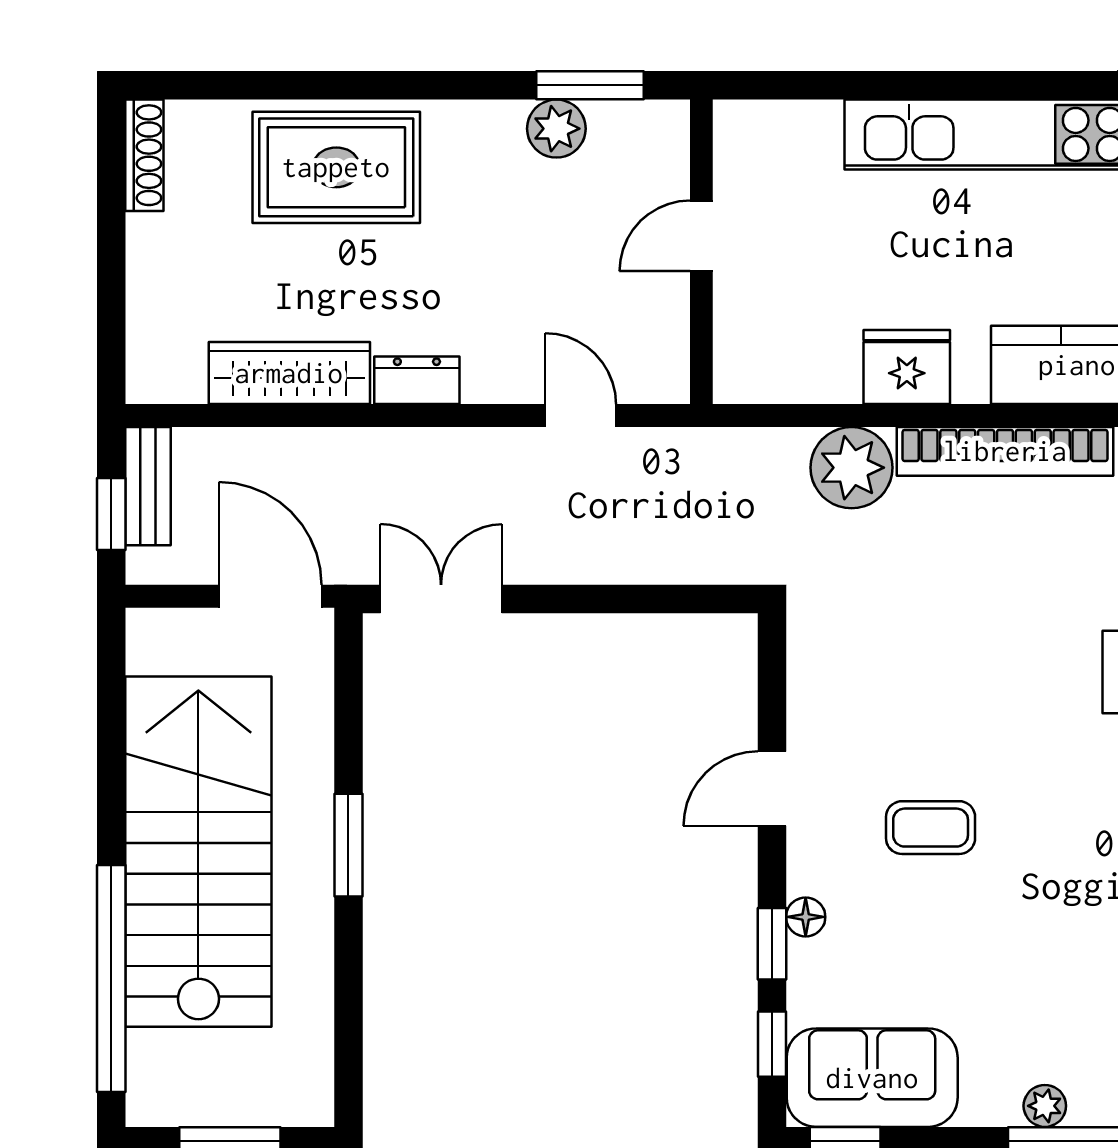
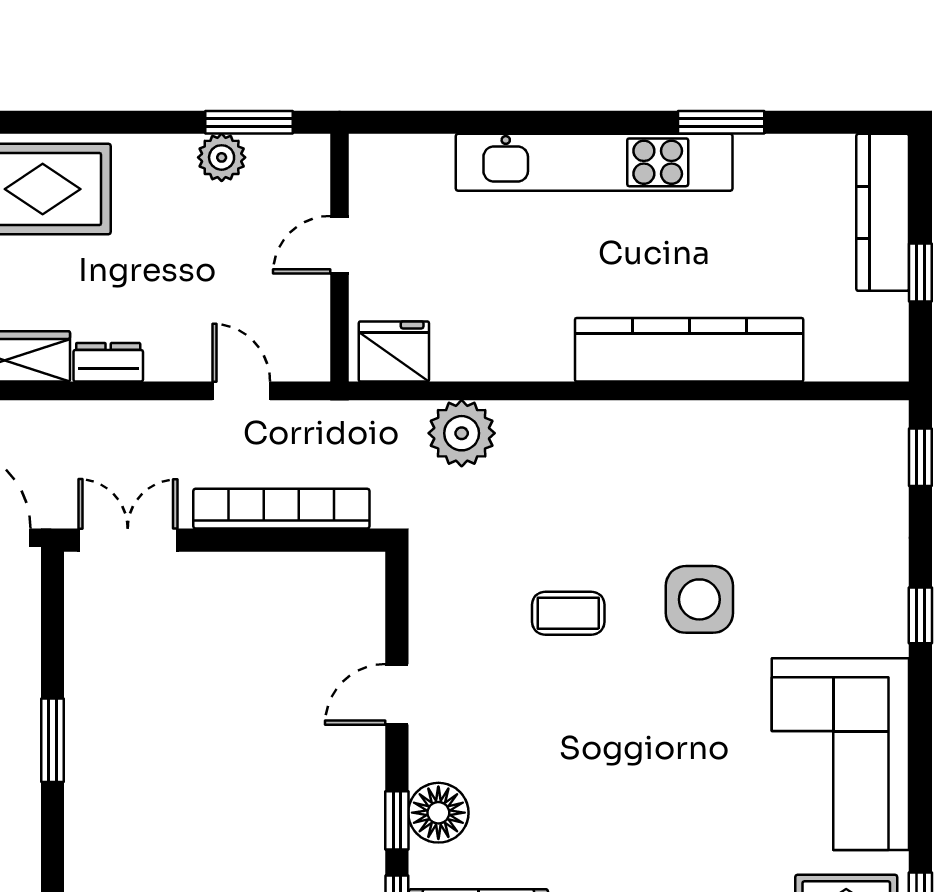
fridge: (907, 367) -> (394, 351), moved
bookcase: (1005, 451) -> (281, 509), moved, turned 180
coffee table: (931, 828) -> (568, 613), moved
floor lamp: (806, 917) -> (438, 813), width x1.89, depth x1.89

